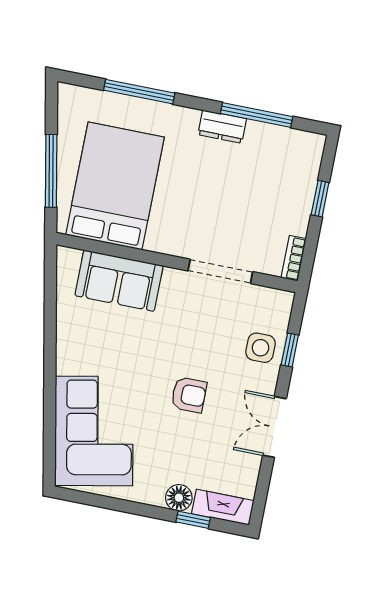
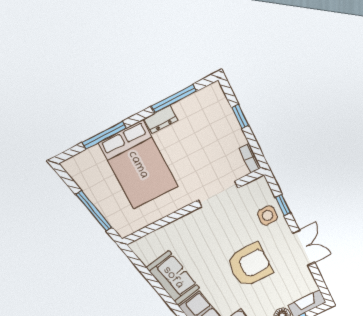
bed: (115, 186) -> (138, 165), moved, turned 180
sofa: (119, 281) -> (173, 278), moved, turned -101
armchair: (189, 395) -> (250, 265), width x1.88, depth x1.88
double door: (274, 427) -> (304, 248), swing flipped

